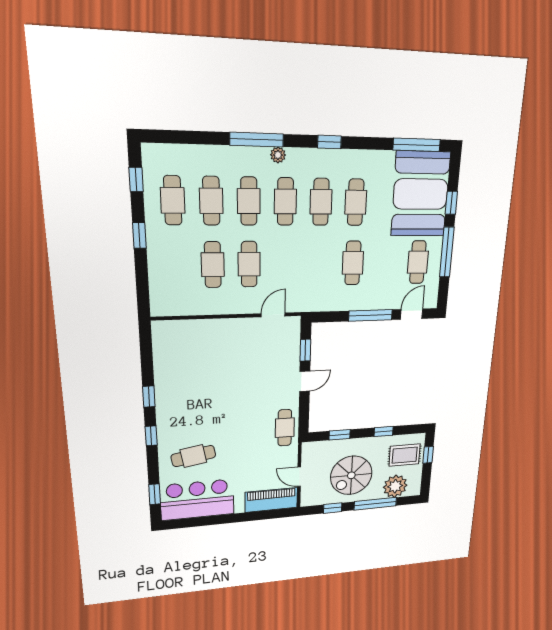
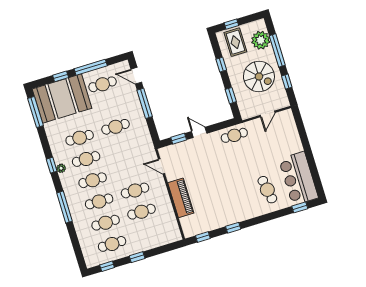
plant: (278, 155) -> (61, 168), moved
window: (151, 436) -> (203, 237), moved
piano: (271, 500) -> (181, 198), moved, turned 180

